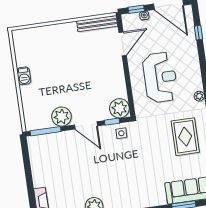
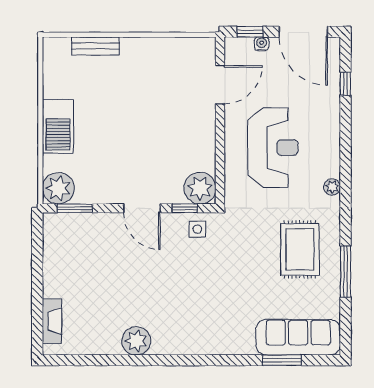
bench: (97, 24) -> (95, 46), moved, width x0.73
barbecue: (24, 76) -> (58, 126), width x1.88, depth x1.53
plant: (62, 117) -> (58, 188), moved
window: (46, 131) -> (75, 208), width x0.69

